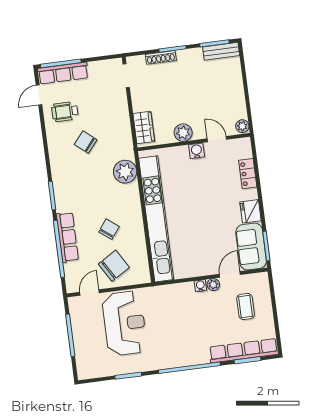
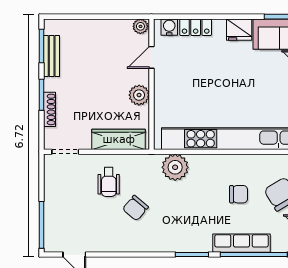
bench: (221, 51) -> (52, 56), moved
row of seats: (63, 73) -> (53, 224), removed
wheelchair: (65, 112) -> (109, 182), moved
wardrobe: (144, 128) -> (119, 139), width x1.50
water cooler: (197, 151) -> (169, 27), moved, turned 90
chair: (109, 229) -> (239, 194), turned 143

